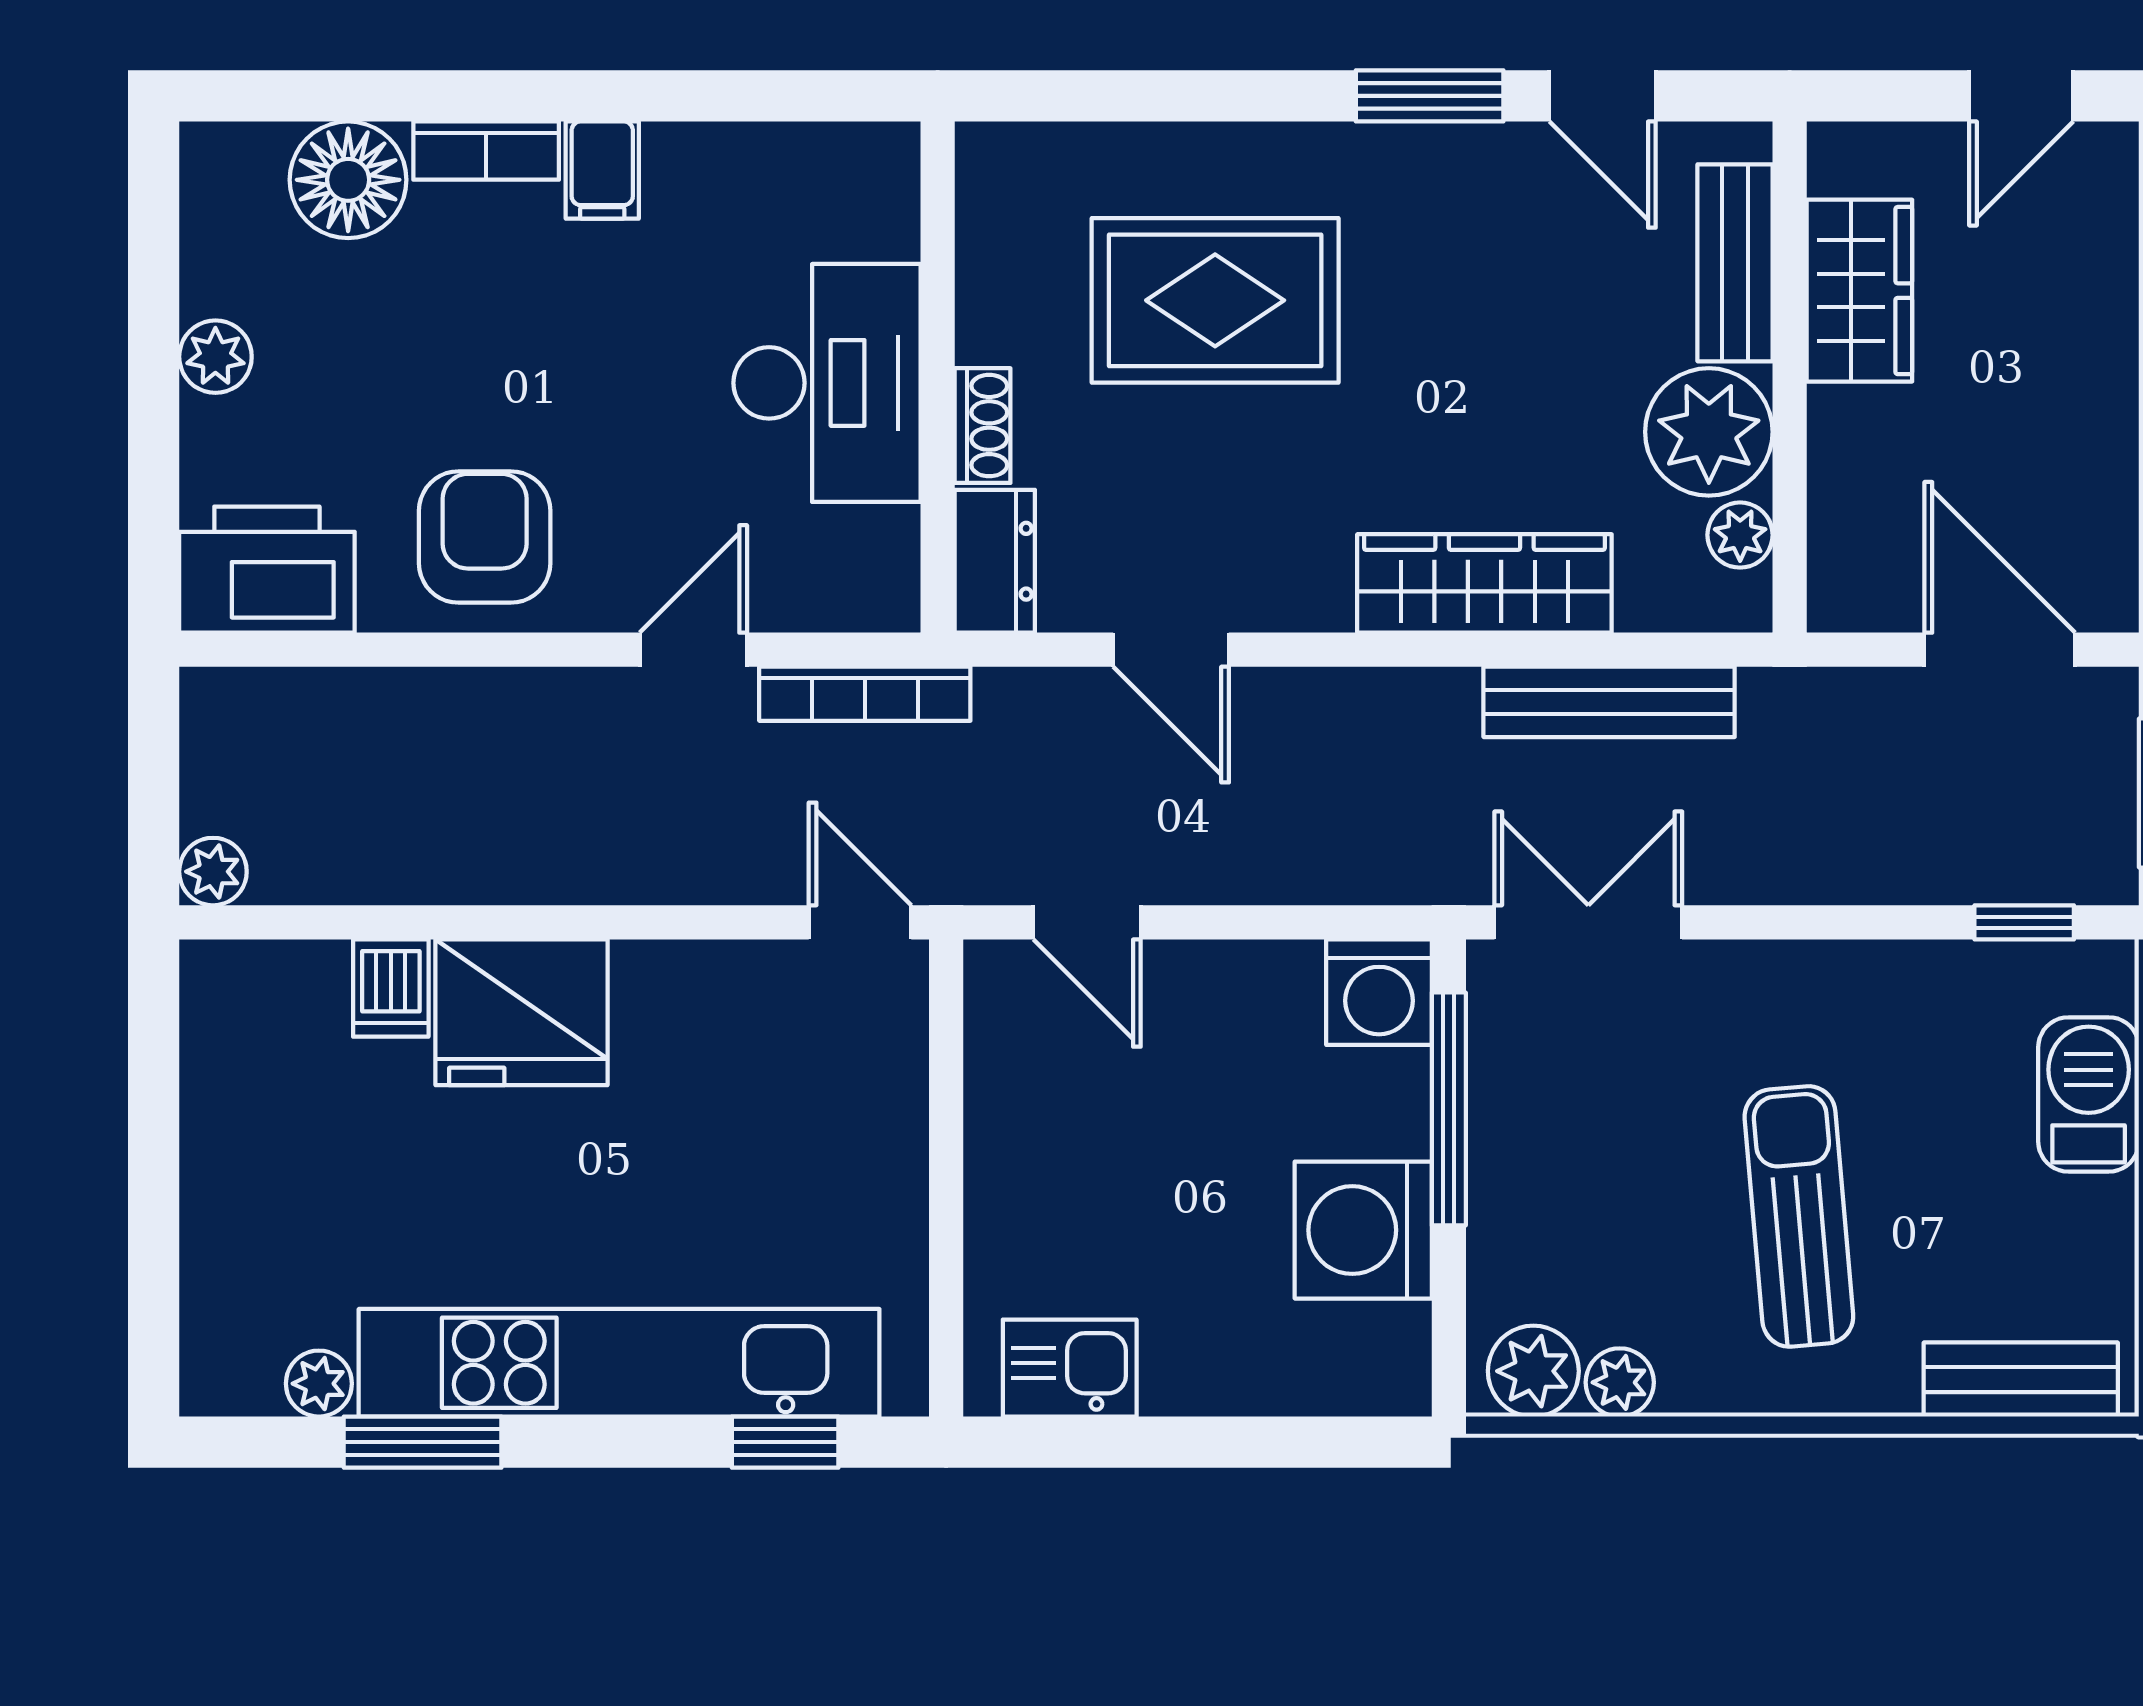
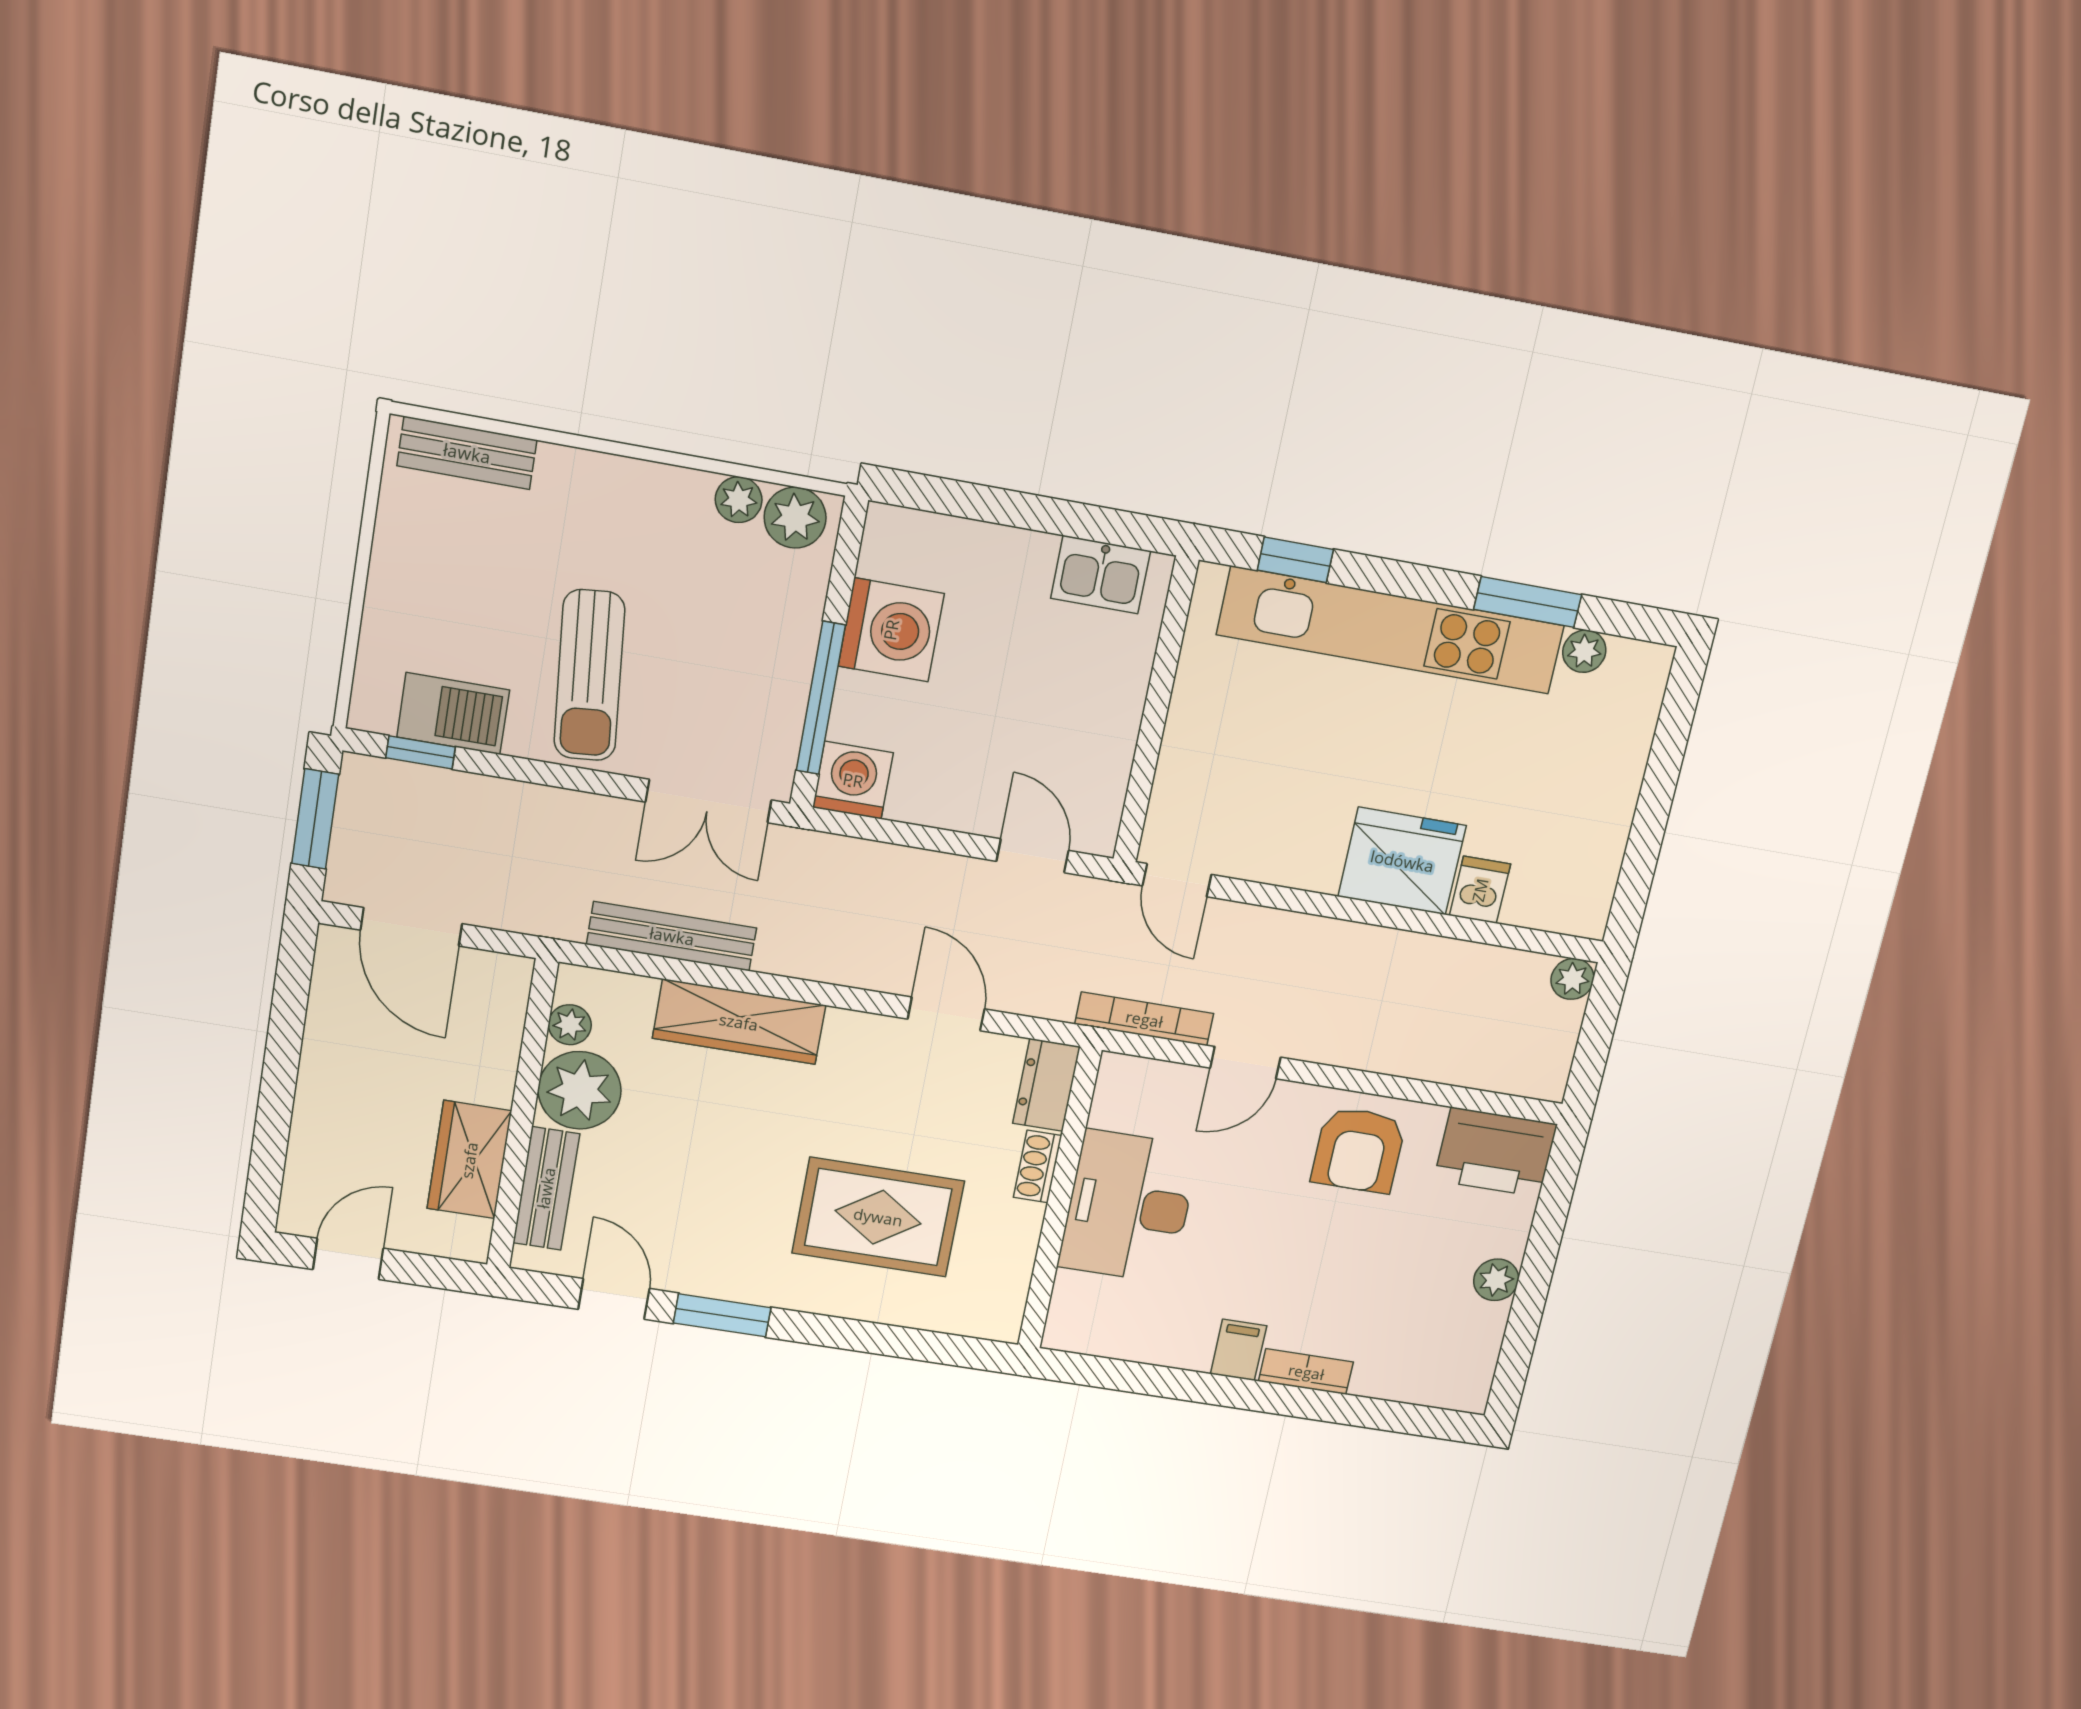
floor lamp: (348, 180) -> (1392, 1368), removed
barbecue: (2089, 1094) -> (453, 714), moved, turned -90
sun lounger: (1799, 1216) -> (589, 675), moved

